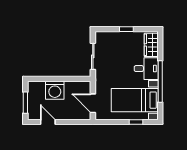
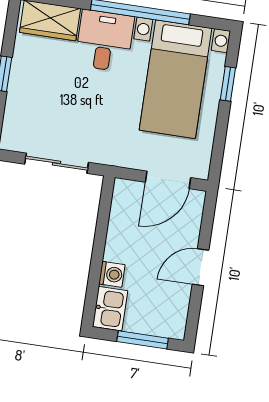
kitchen sink: (36, 87) -> (110, 309), added
washing machine: (55, 90) -> (112, 274), width x0.53, depth x0.53
door: (48, 122) -> (201, 267), moved

